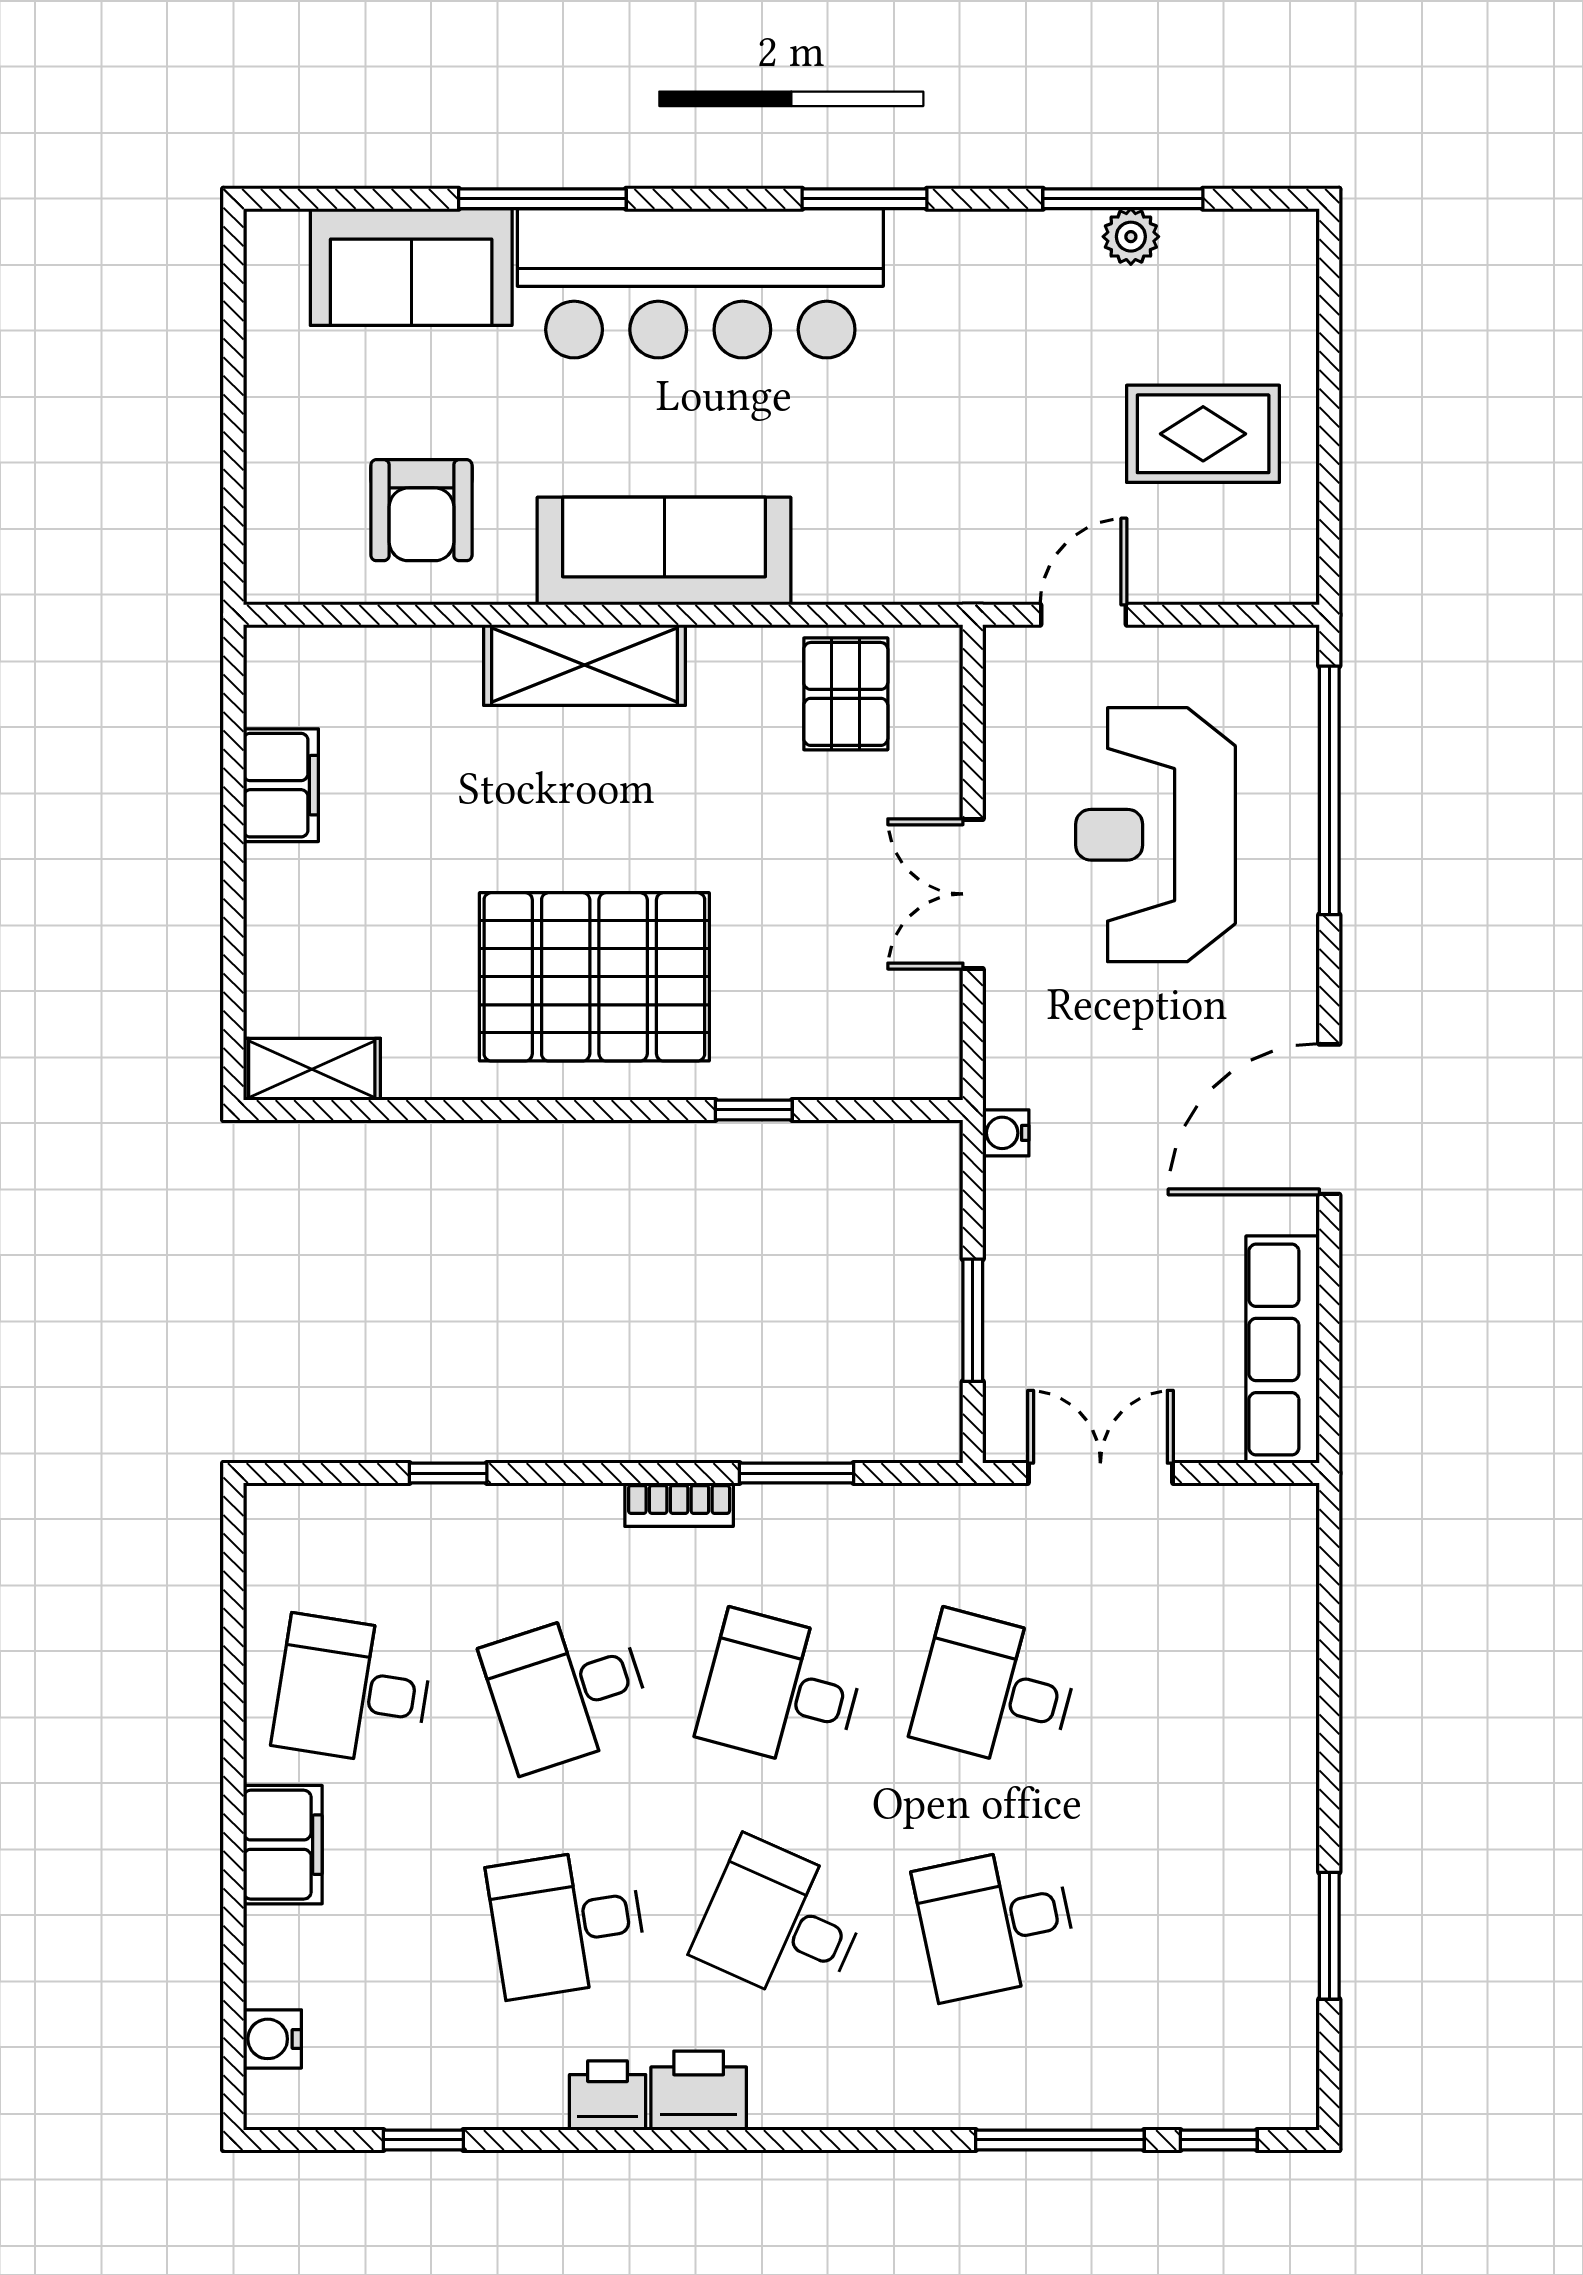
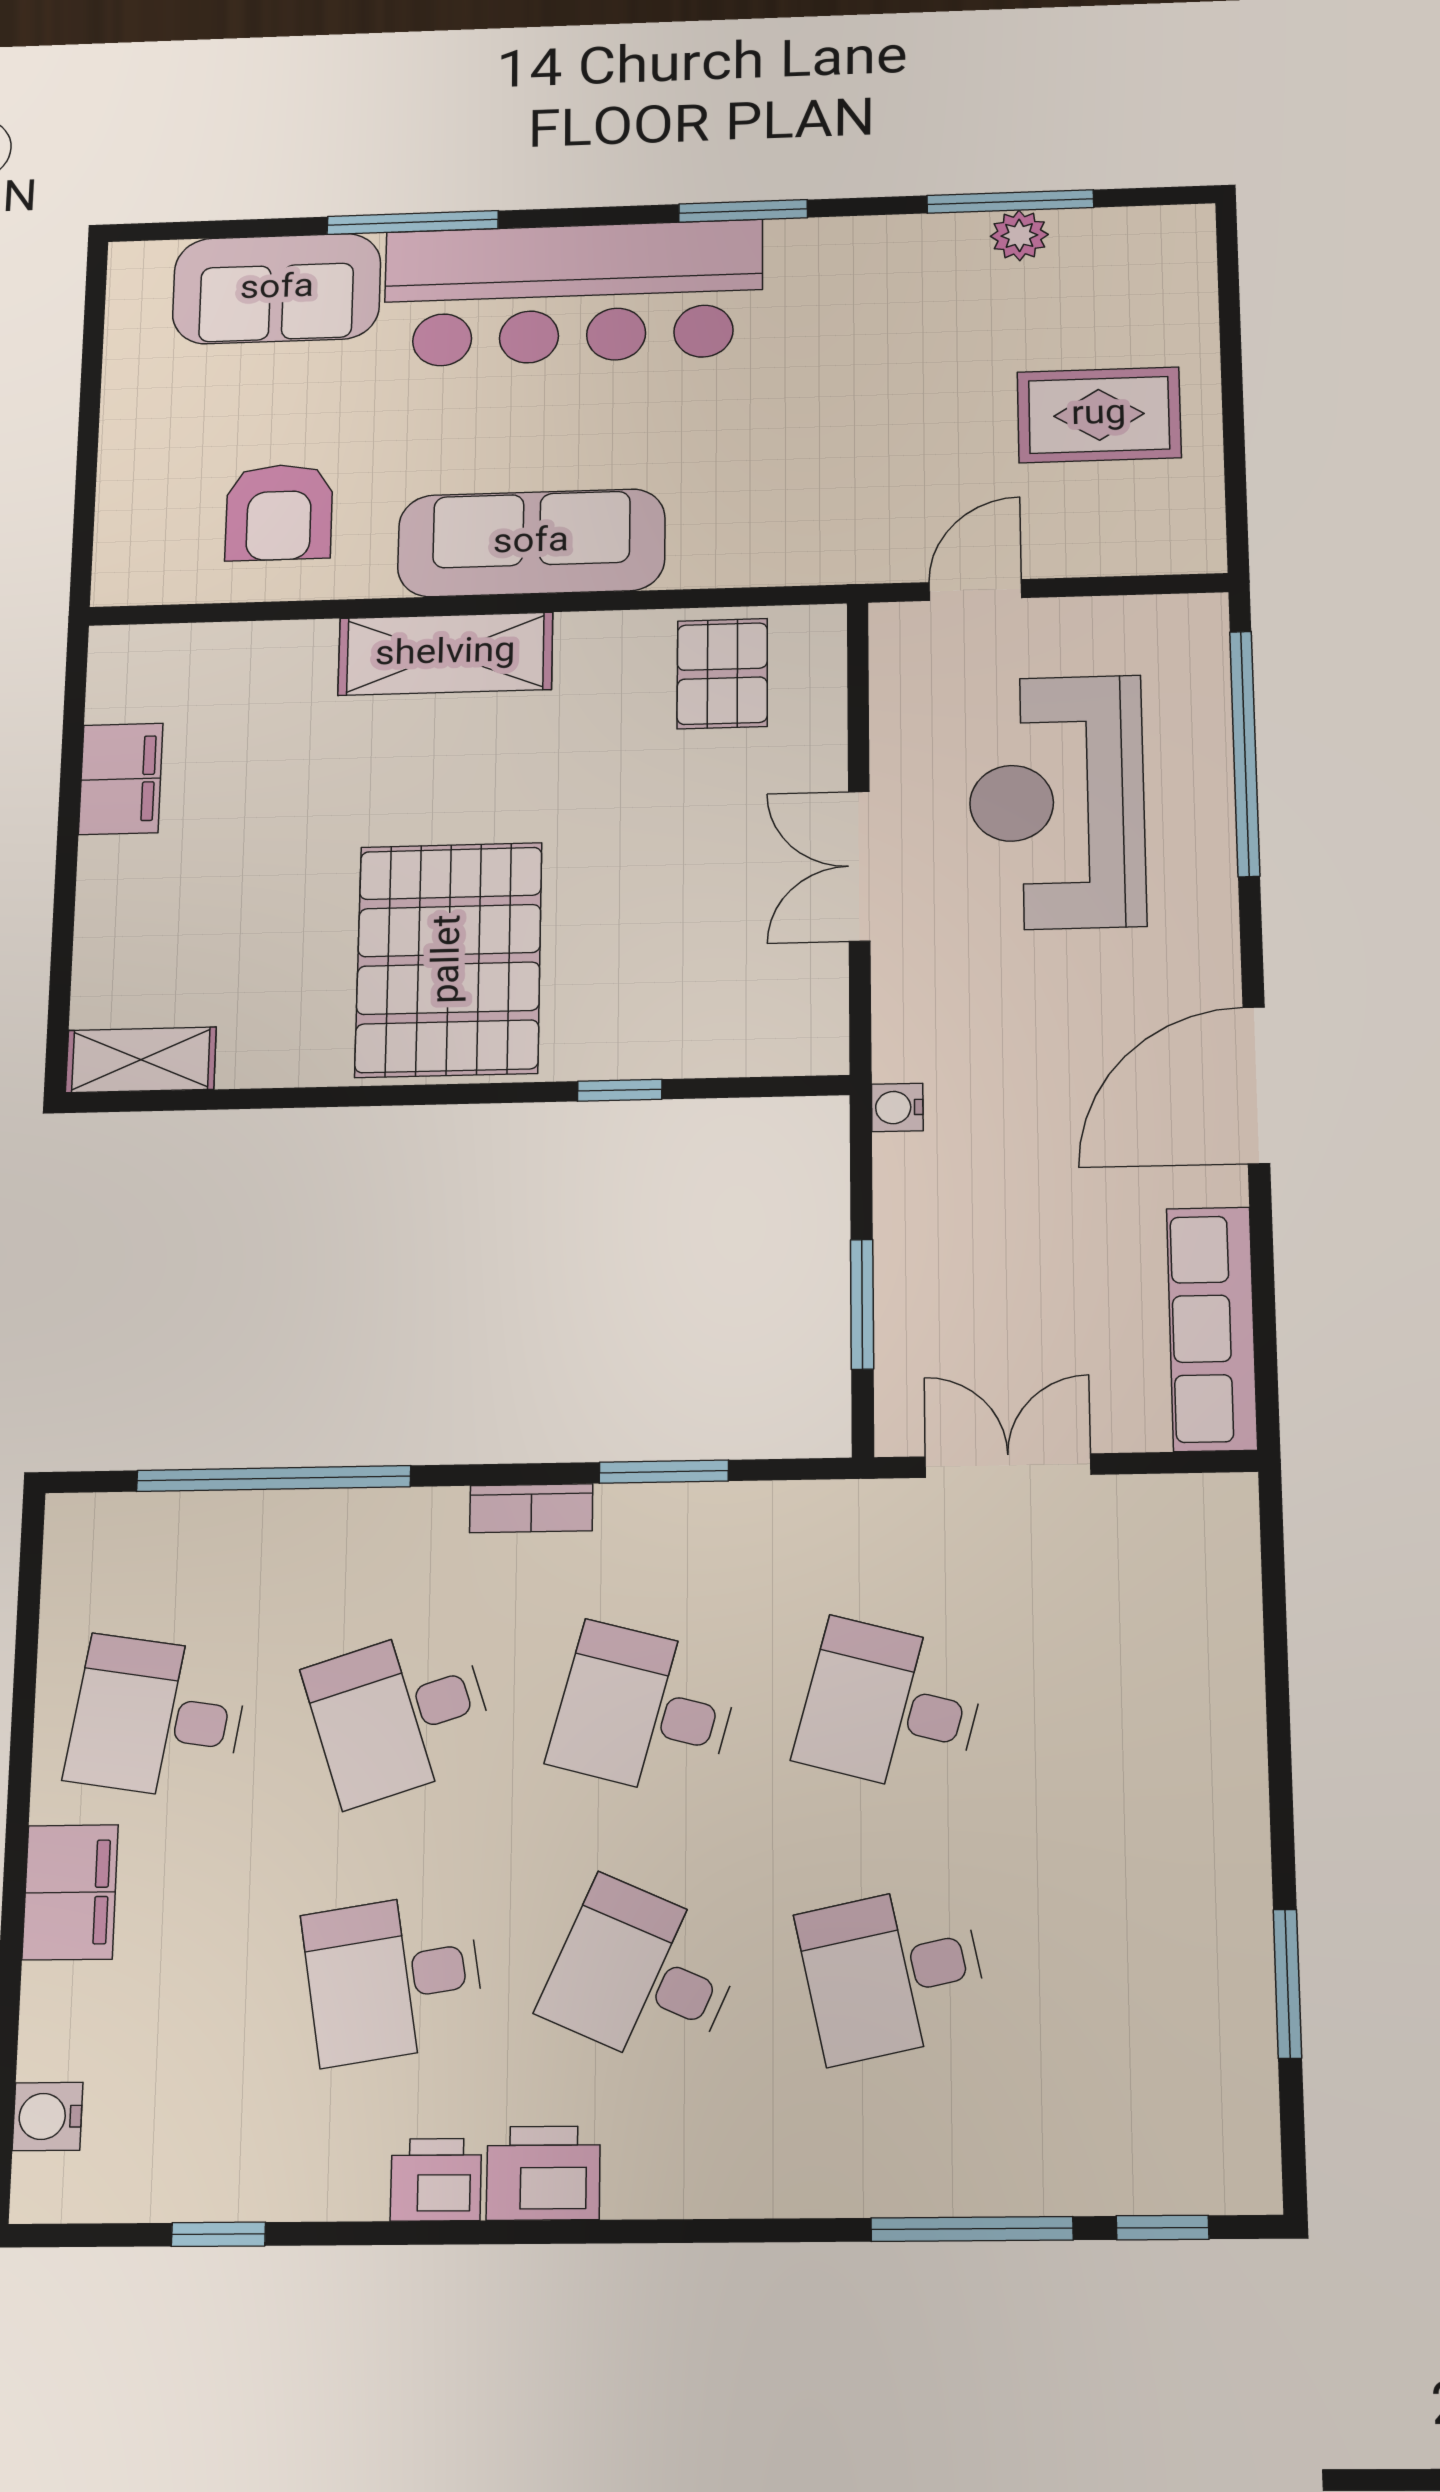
pallet: (594, 977) -> (449, 959), turned 90
window: (448, 1473) -> (274, 1479), width x3.17

